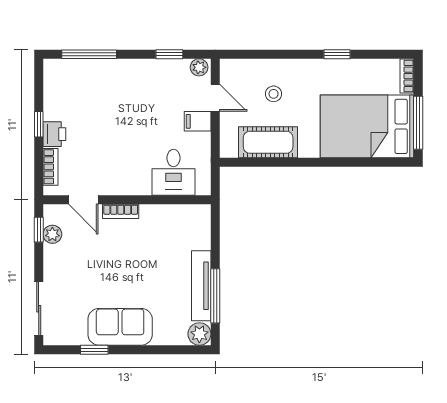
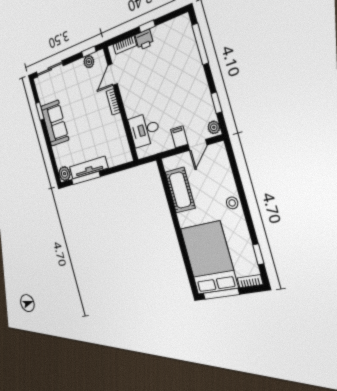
window: (337, 54) -> (258, 254), moved
stool: (274, 94) -> (232, 203), moved

